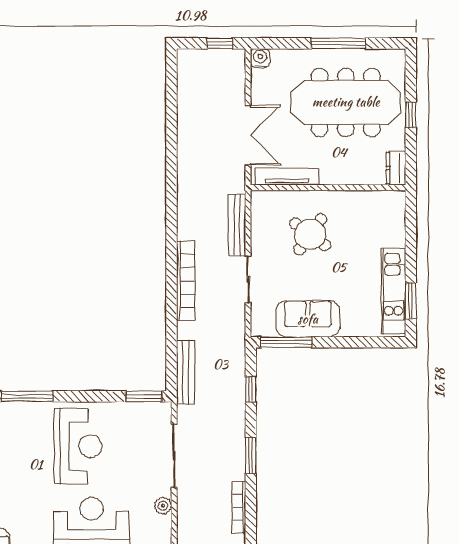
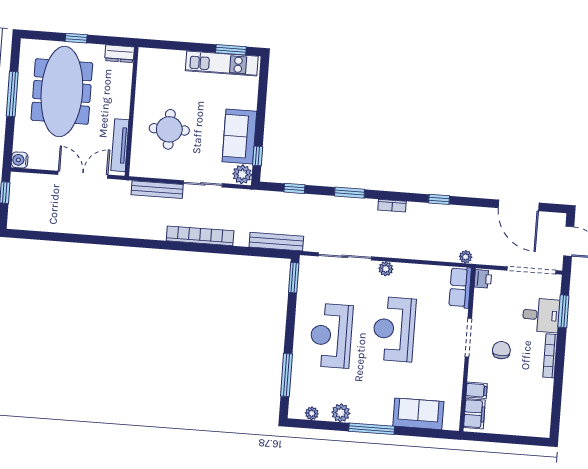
round table: (310, 234) -> (169, 129), turned -36
plant: (263, 325) -> (242, 174), added
window: (286, 342) -> (258, 156), width x0.46
reception desk: (78, 446) -> (331, 336), turned -90
bookcase: (239, 507) -> (392, 206), width x0.64

